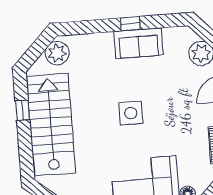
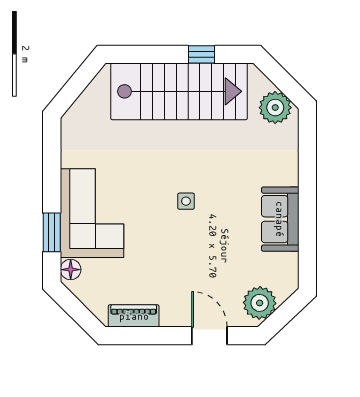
window: (130, 24) -> (307, 210), removed
side table: (131, 113) -> (186, 201), width x0.54, depth x0.54

